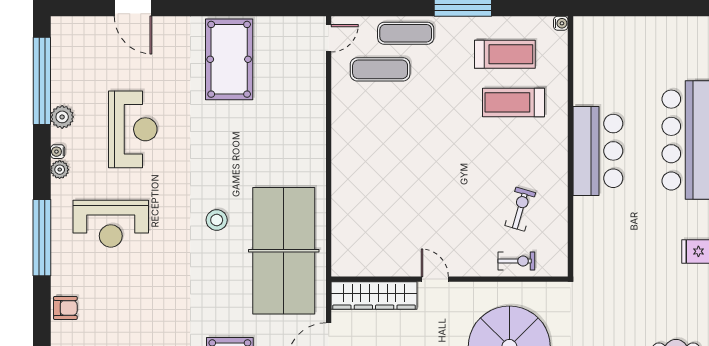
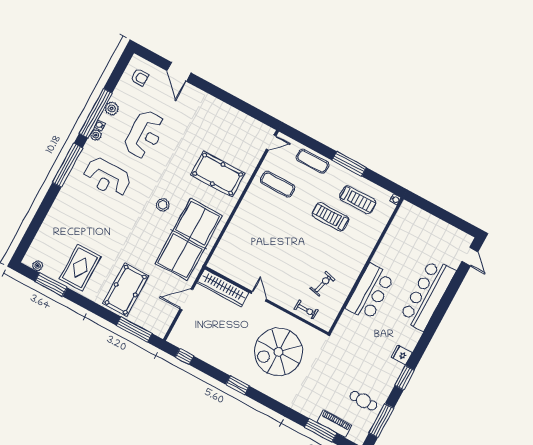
pool table: (229, 59) -> (218, 174), moved, turned 90
exercise mat: (380, 69) -> (278, 184), moved
window: (42, 81) -> (96, 113), moved
treadmill: (513, 102) -> (330, 217), moved
bar counter: (598, 151) -> (370, 292), moved
armchair: (65, 308) -> (140, 77), moved

